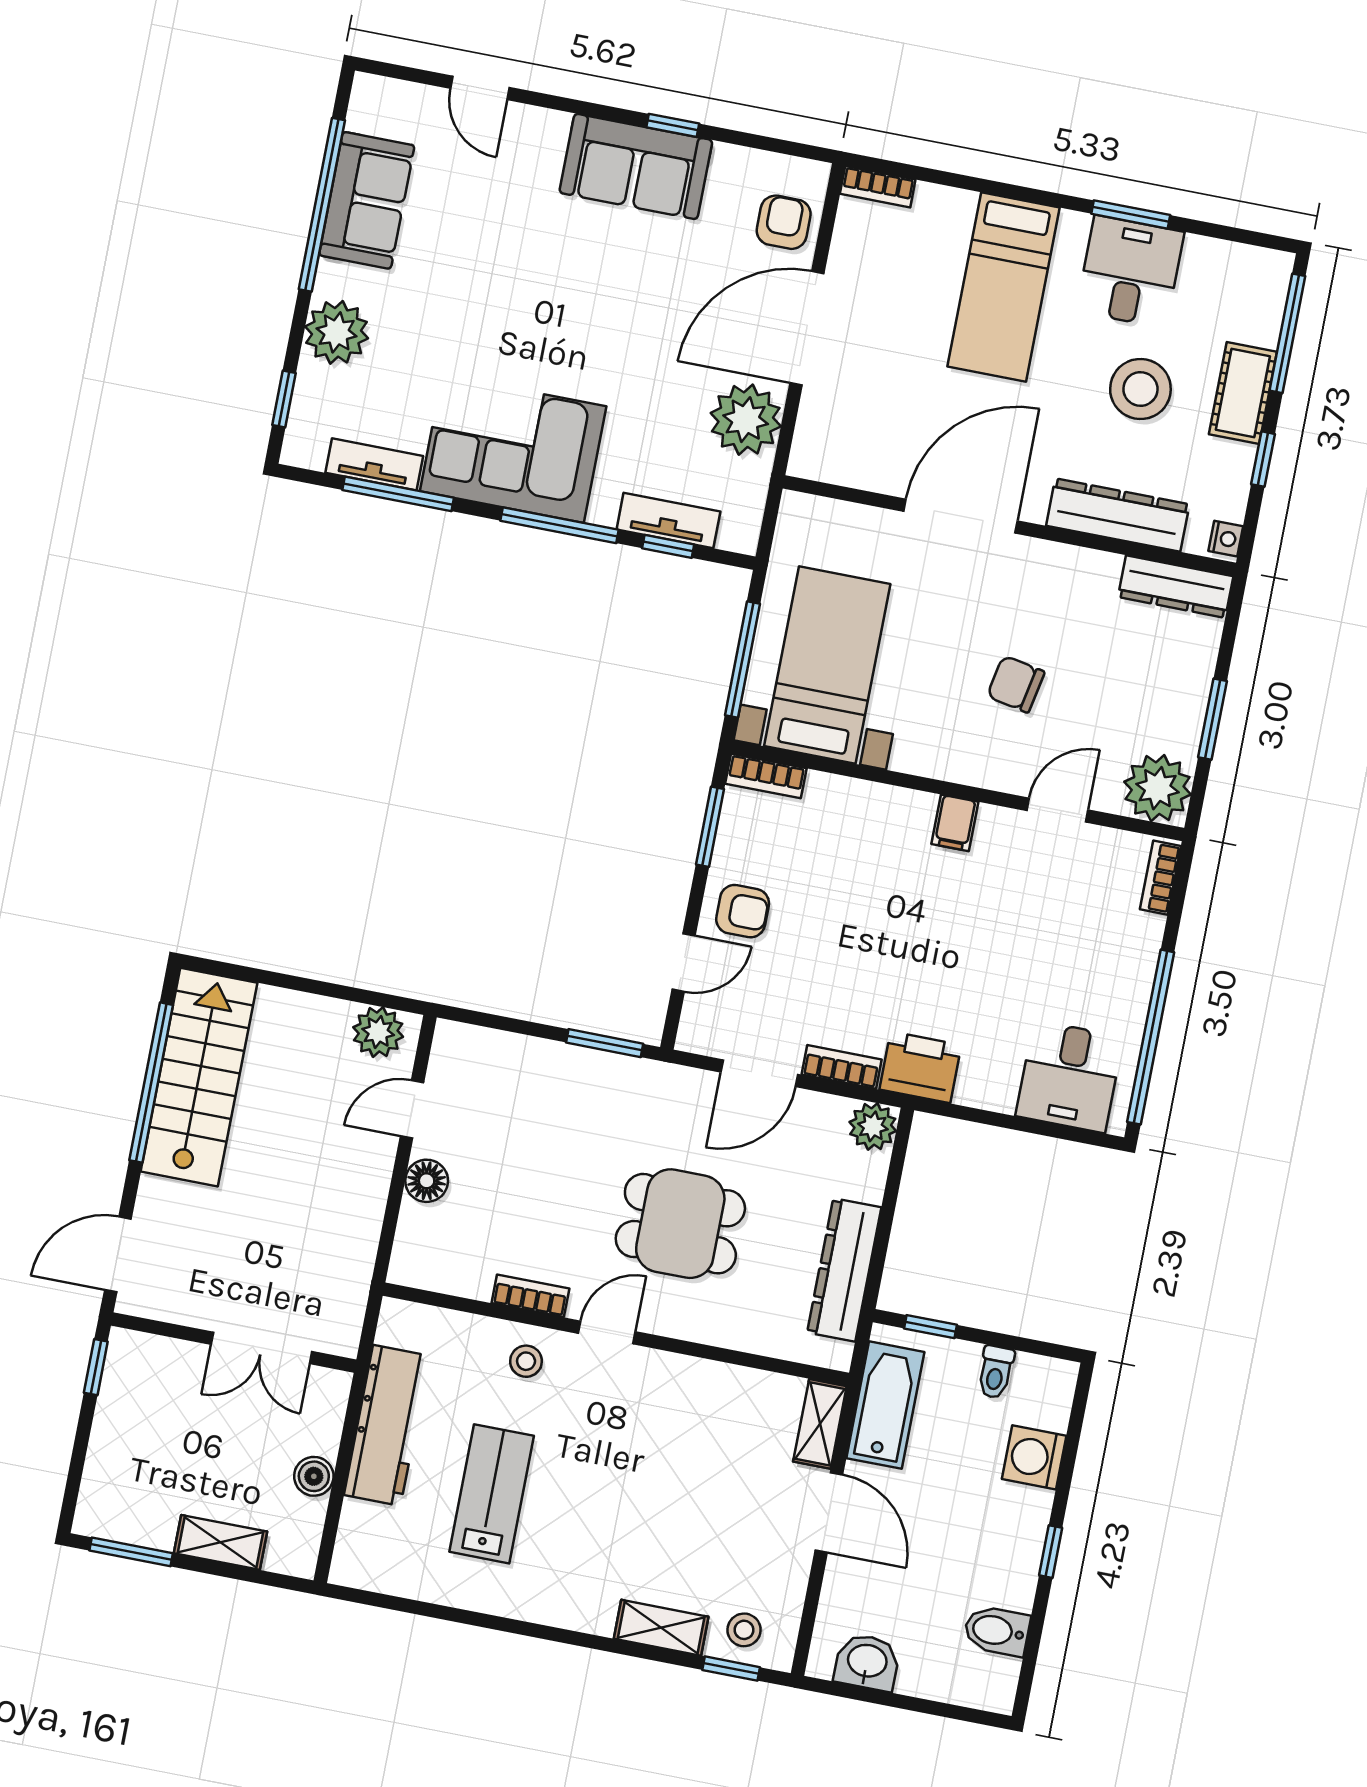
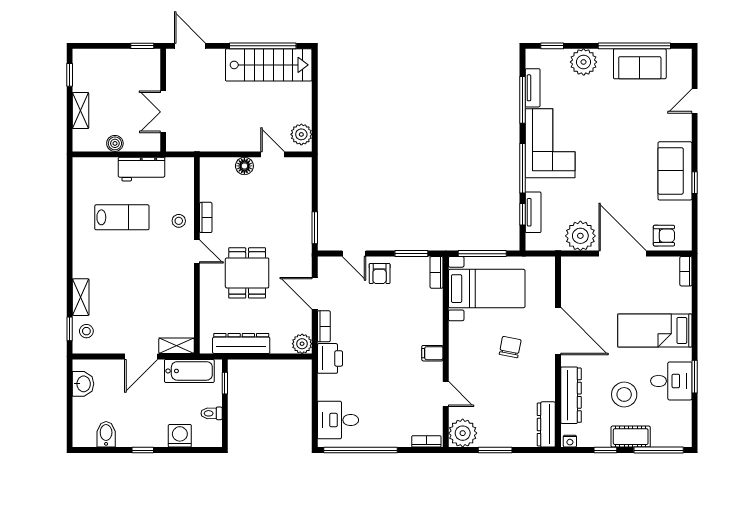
chair: (1016, 684) -> (510, 347), moved
workbench: (387, 1425) -> (141, 169), width x0.73
window: (131, 1552) -> (70, 75), width x0.67

